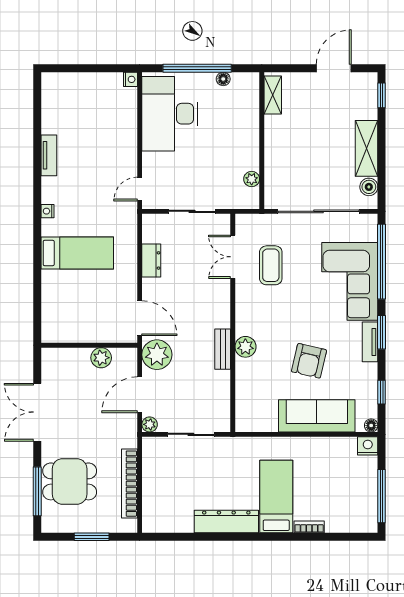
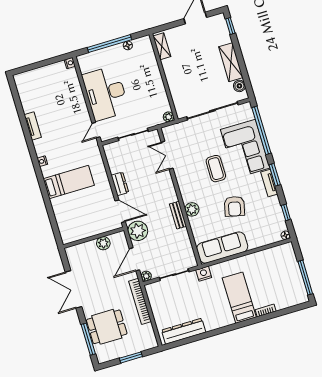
desk: (170, 114) -> (106, 93), moved
plant: (252, 179) -> (169, 117), moved
dresser: (151, 260) -> (120, 184), moved
coffee table: (271, 265) -> (216, 169), moved
sofa: (317, 416) -> (222, 248), moved
nightstand: (368, 446) -> (204, 274), moved
bookcase: (129, 484) -> (140, 301), moved
dresser: (226, 521) -> (184, 331), moved

